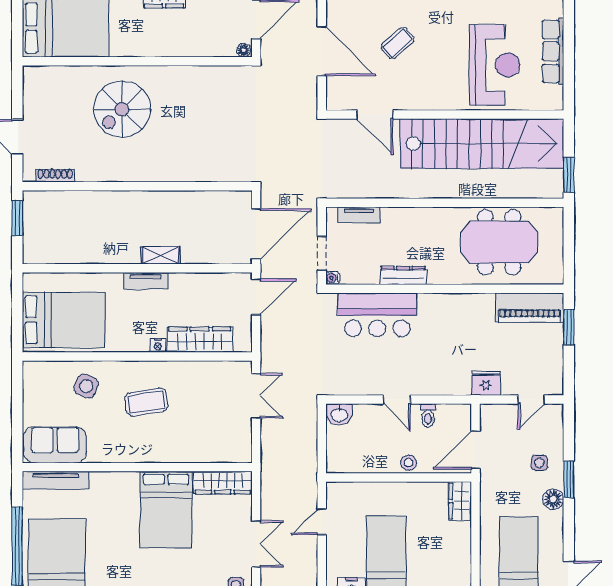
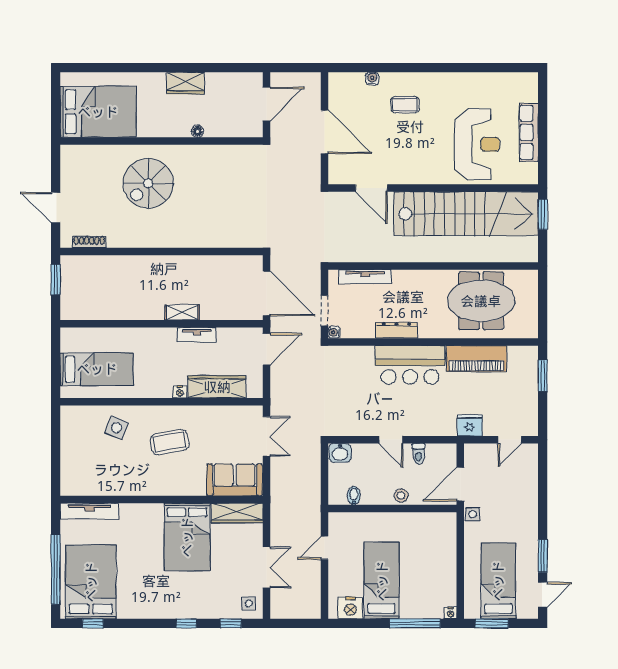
coffee table: (398, 43) -> (405, 105), moved, turned 41
floor lamp: (244, 50) -> (198, 131), moved
window: (569, 175) -> (543, 215), moved
tv unit: (359, 215) -> (365, 277), width x1.41
door: (256, 234) -> (267, 293), hinge flipped
tv unit: (146, 281) -> (197, 335), moved
piano: (530, 308) -> (476, 359), moved
bar counter: (377, 315) -> (410, 365), moved
bed: (64, 320) -> (97, 369), width x0.67
sofa: (55, 445) -> (235, 480), moved
bidet: (355, 463) -> (354, 496), added
side table: (540, 463) -> (473, 514), moved
window: (569, 479) -> (543, 556), moved
floor lamp: (553, 499) -> (529, 528), removed
wardrobe: (460, 501) -> (447, 529), removed

